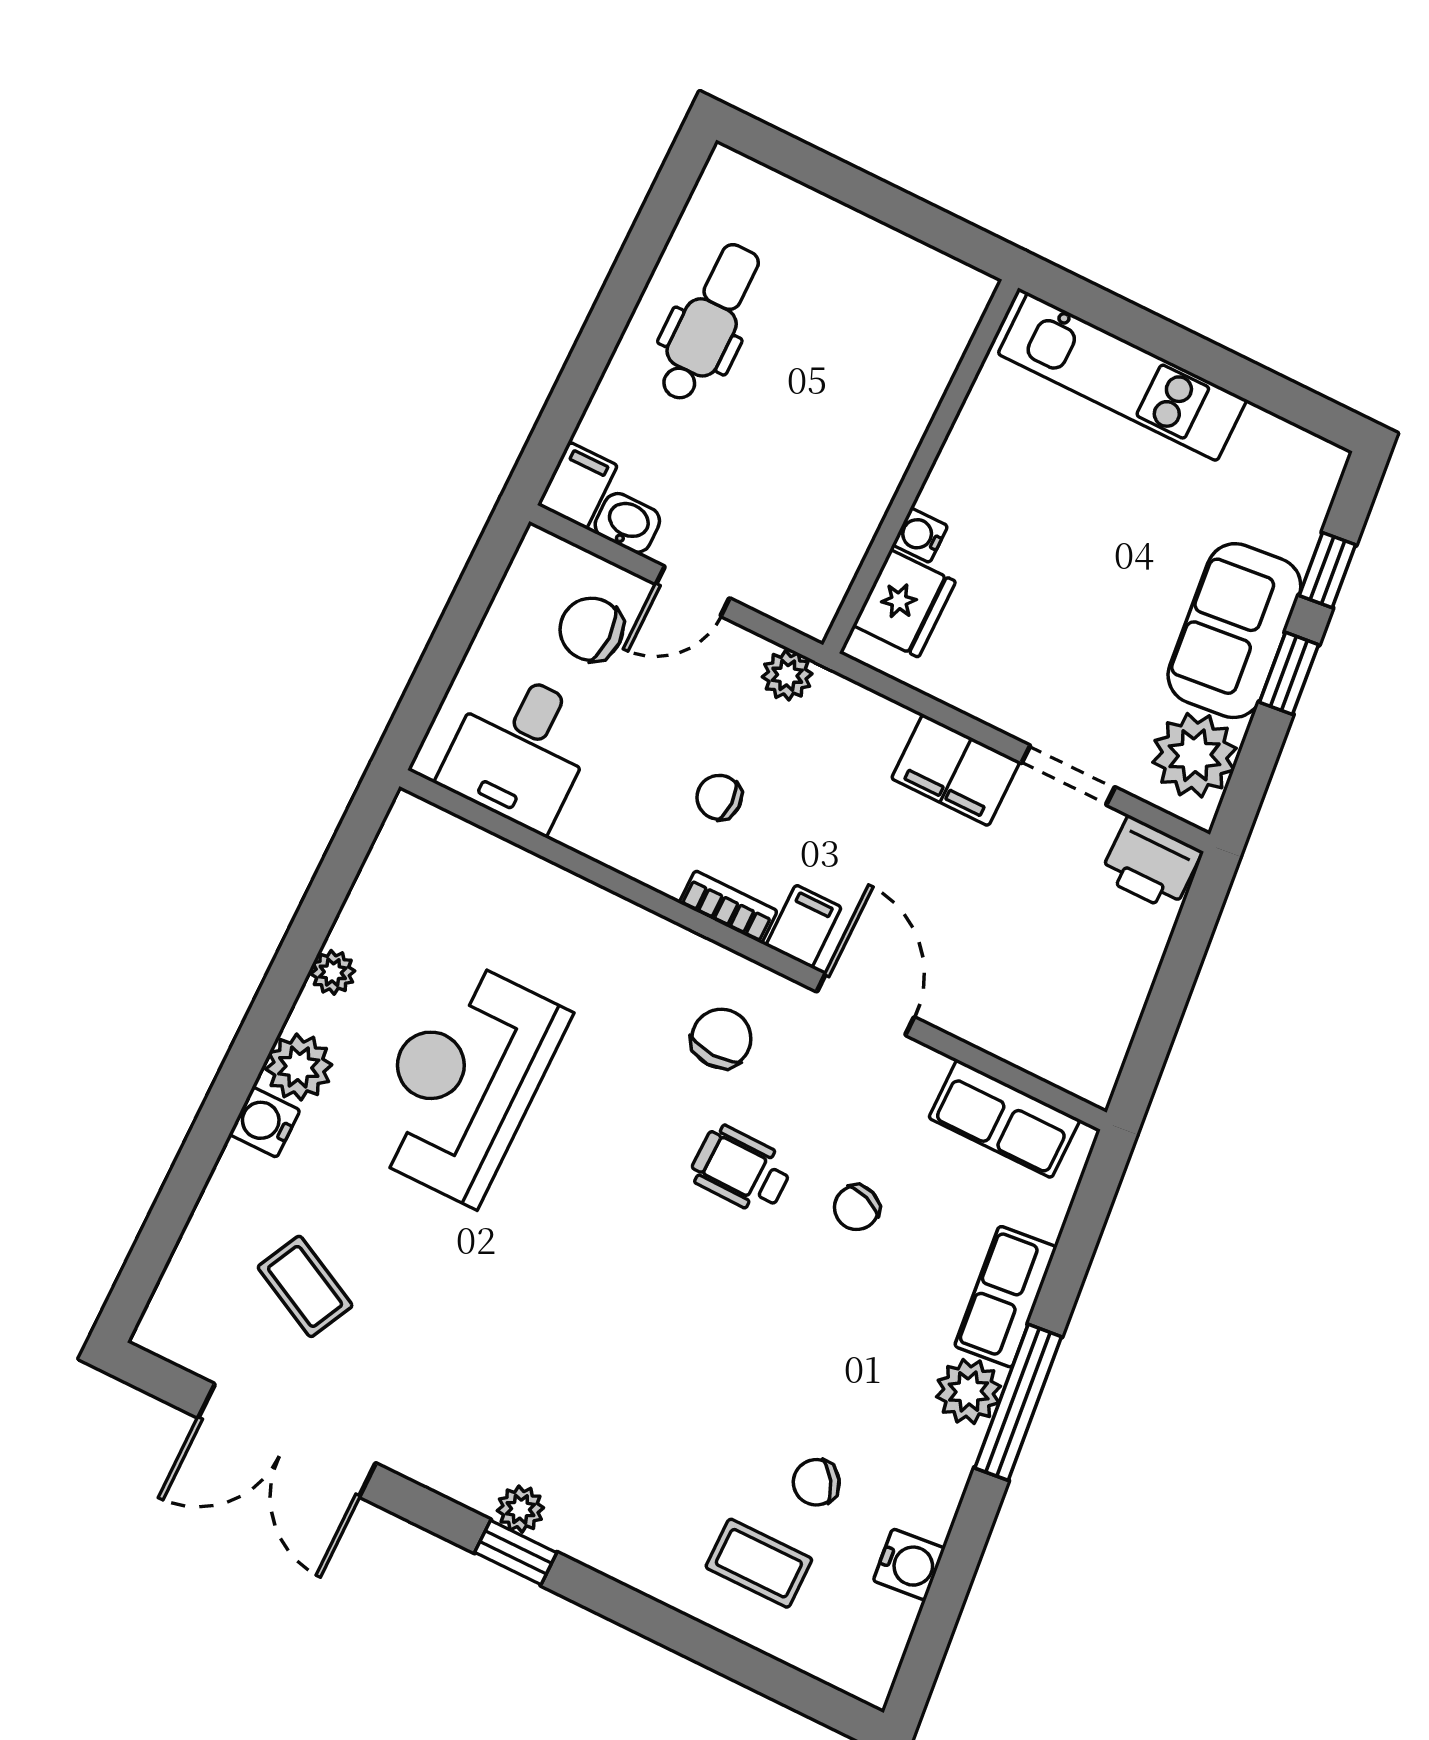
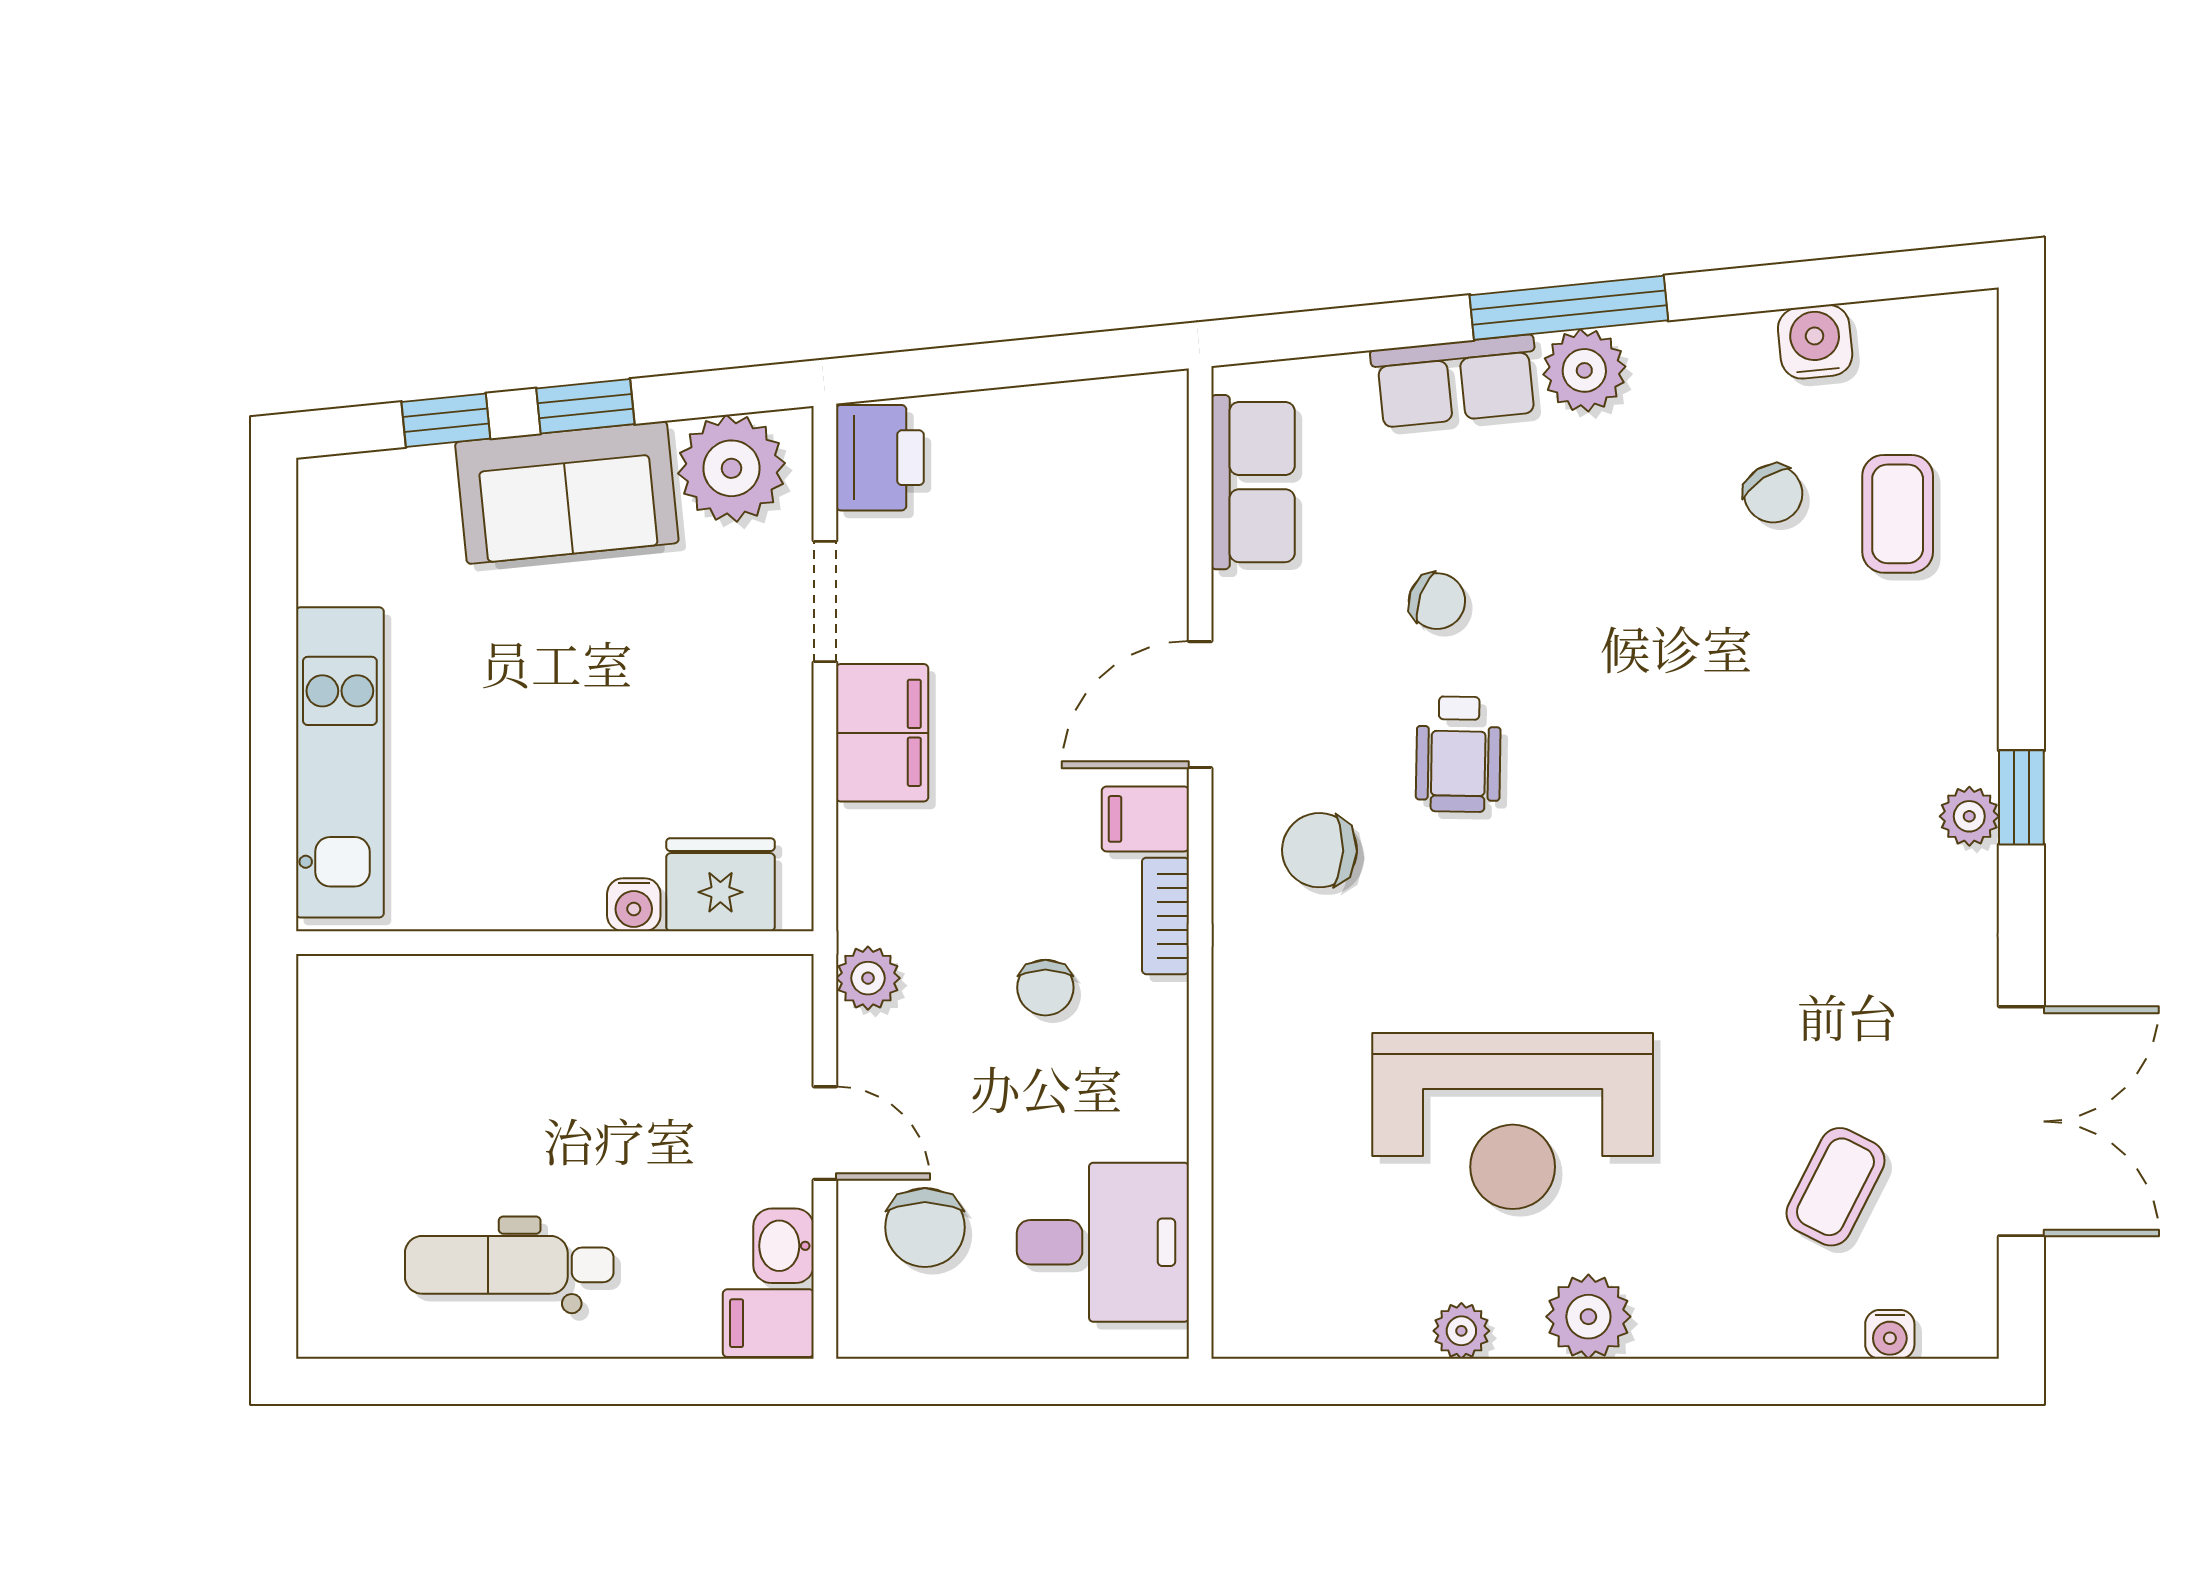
water cooler: (265, 1122) -> (1890, 1334), moved, width x0.72, depth x0.72

